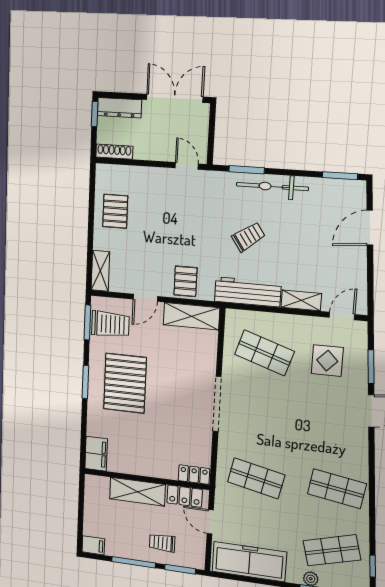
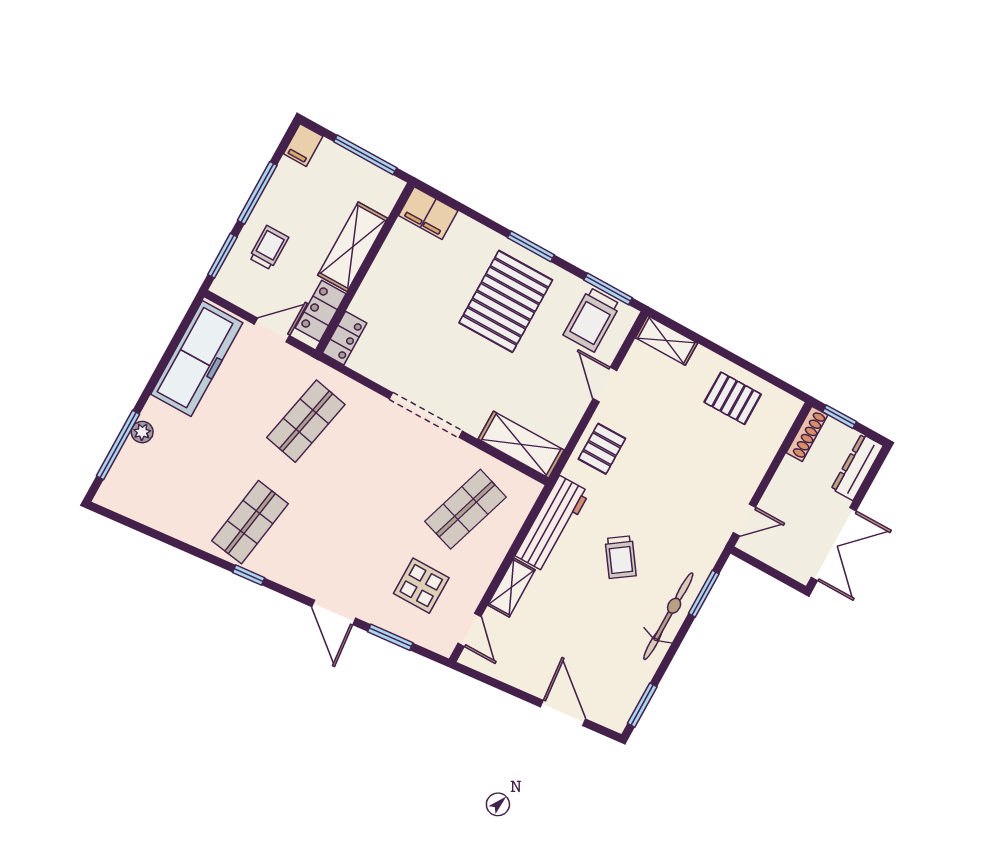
window: (95, 114) -> (840, 417), moved
pallet: (186, 281) -> (602, 449), turned 90
shelving: (191, 316) -> (521, 445), moved, turned 90
pallet: (125, 383) -> (506, 301), turned 90
window: (81, 506) -> (365, 155), added
shop shelf: (332, 550) -> (170, 478), removed
window: (373, 566) -> (249, 575), moved

